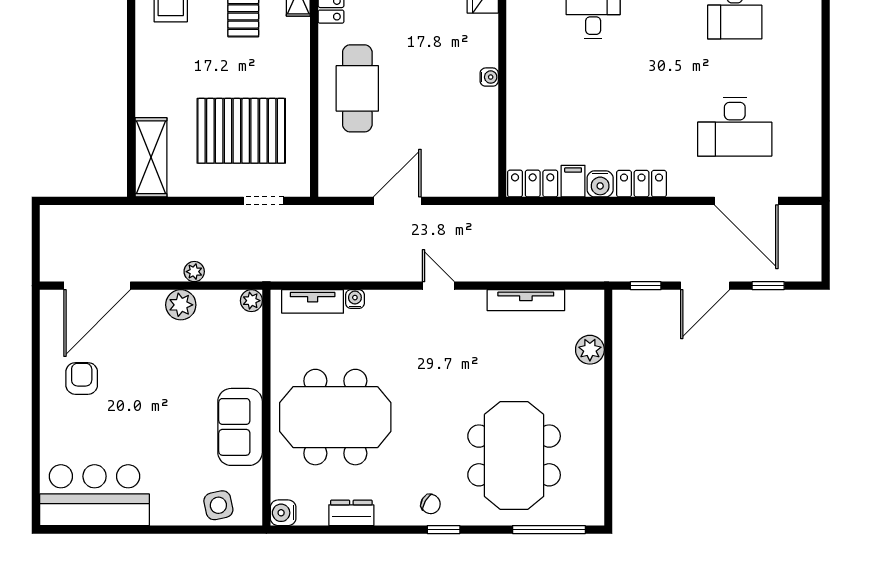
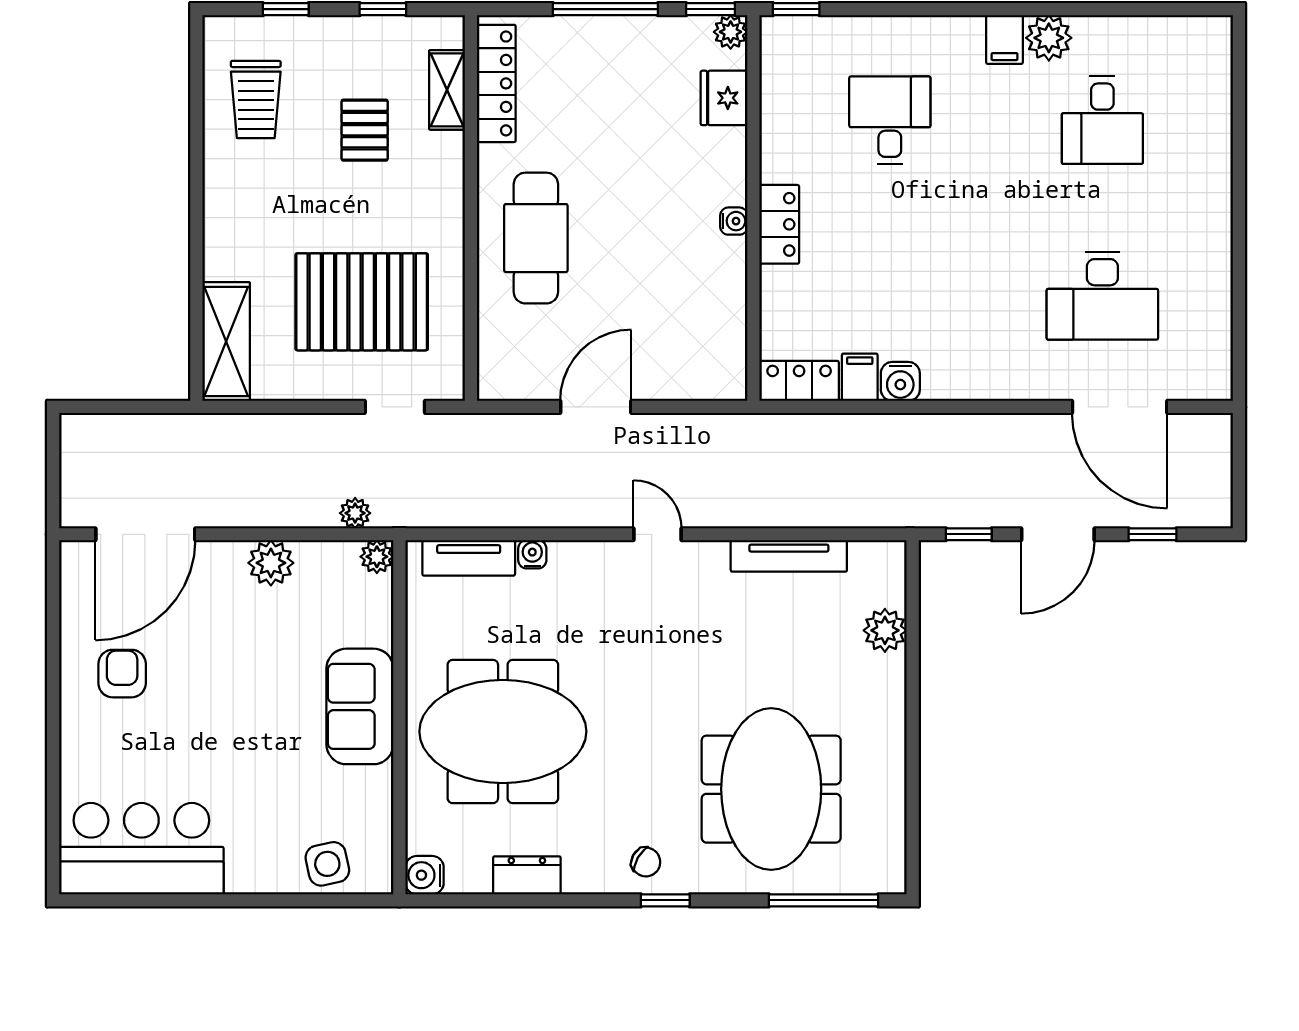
locker: (642, 184) -> (779, 224), moved, turned 90
plant: (194, 272) -> (355, 513), moved
sofa: (240, 427) -> (360, 706), moved

